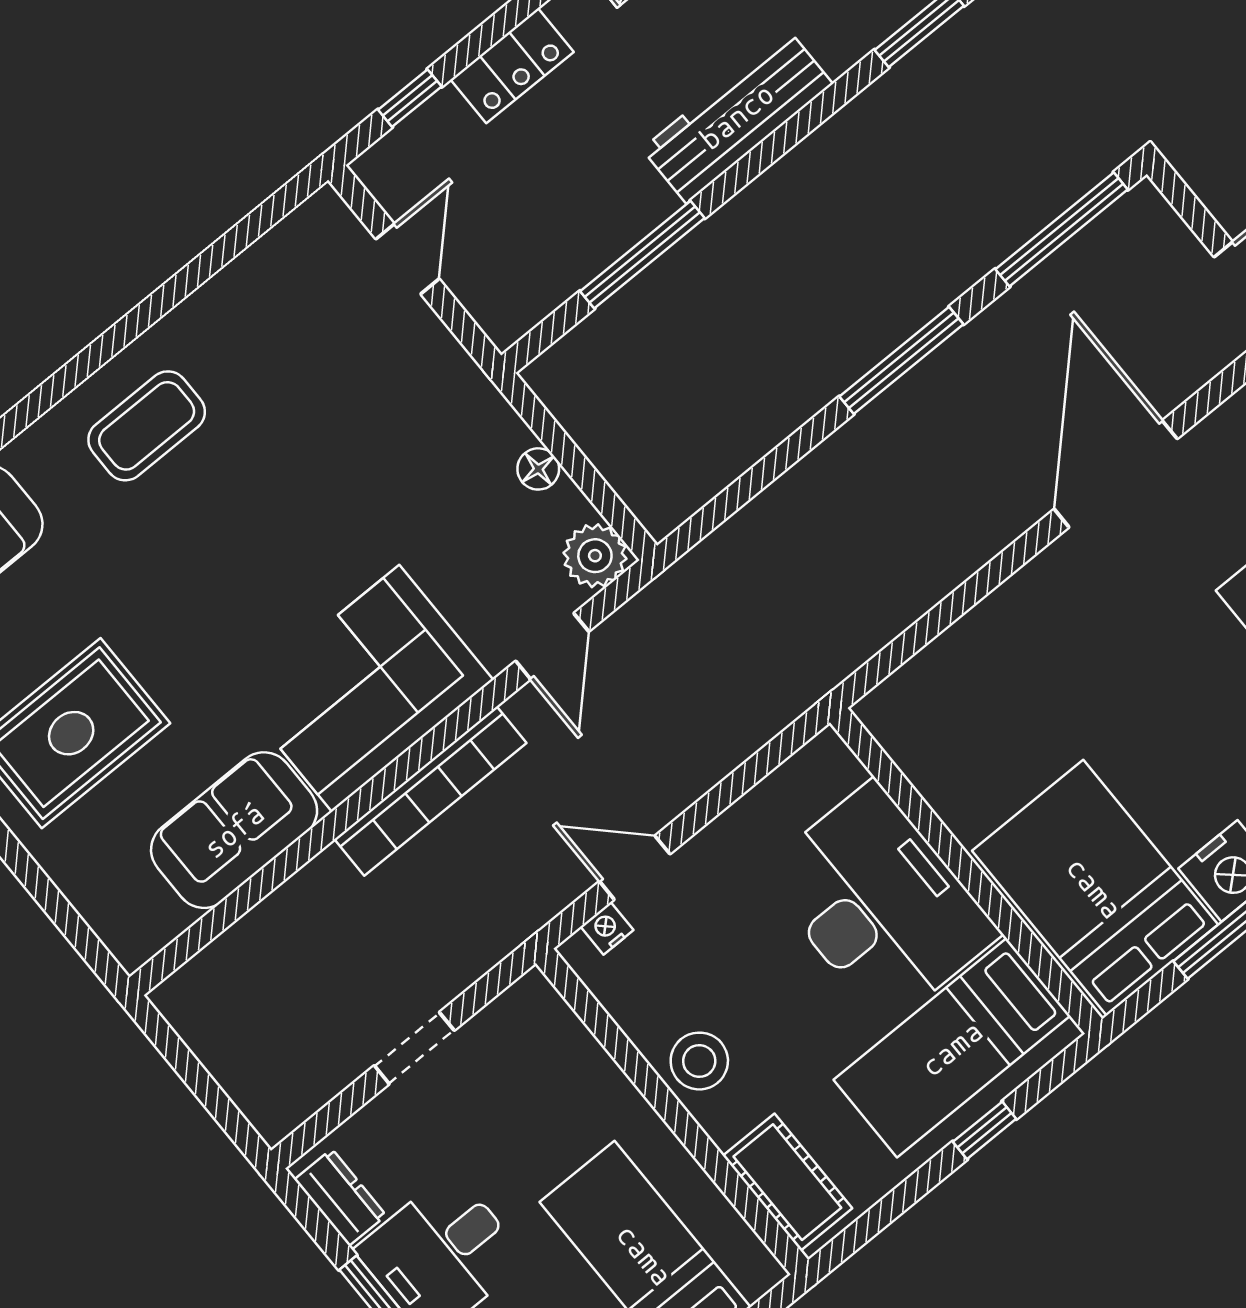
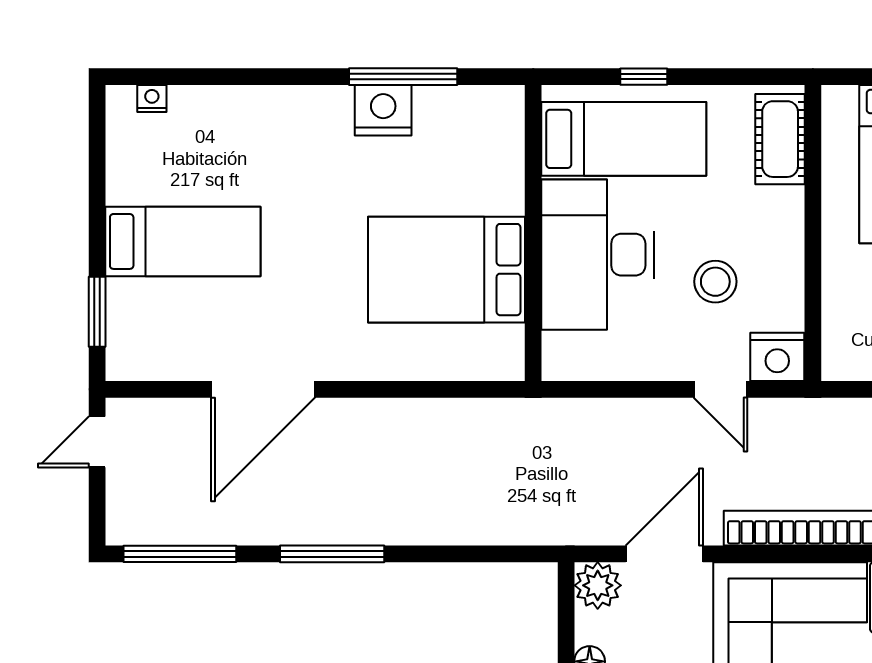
door: (552, 646) -> (664, 554), width x1.38
bed: (1095, 888) -> (447, 270), moved, turned 90
nightstand: (607, 928) -> (777, 357), width x1.89, depth x1.79
stool: (699, 1061) -> (715, 282), moved

